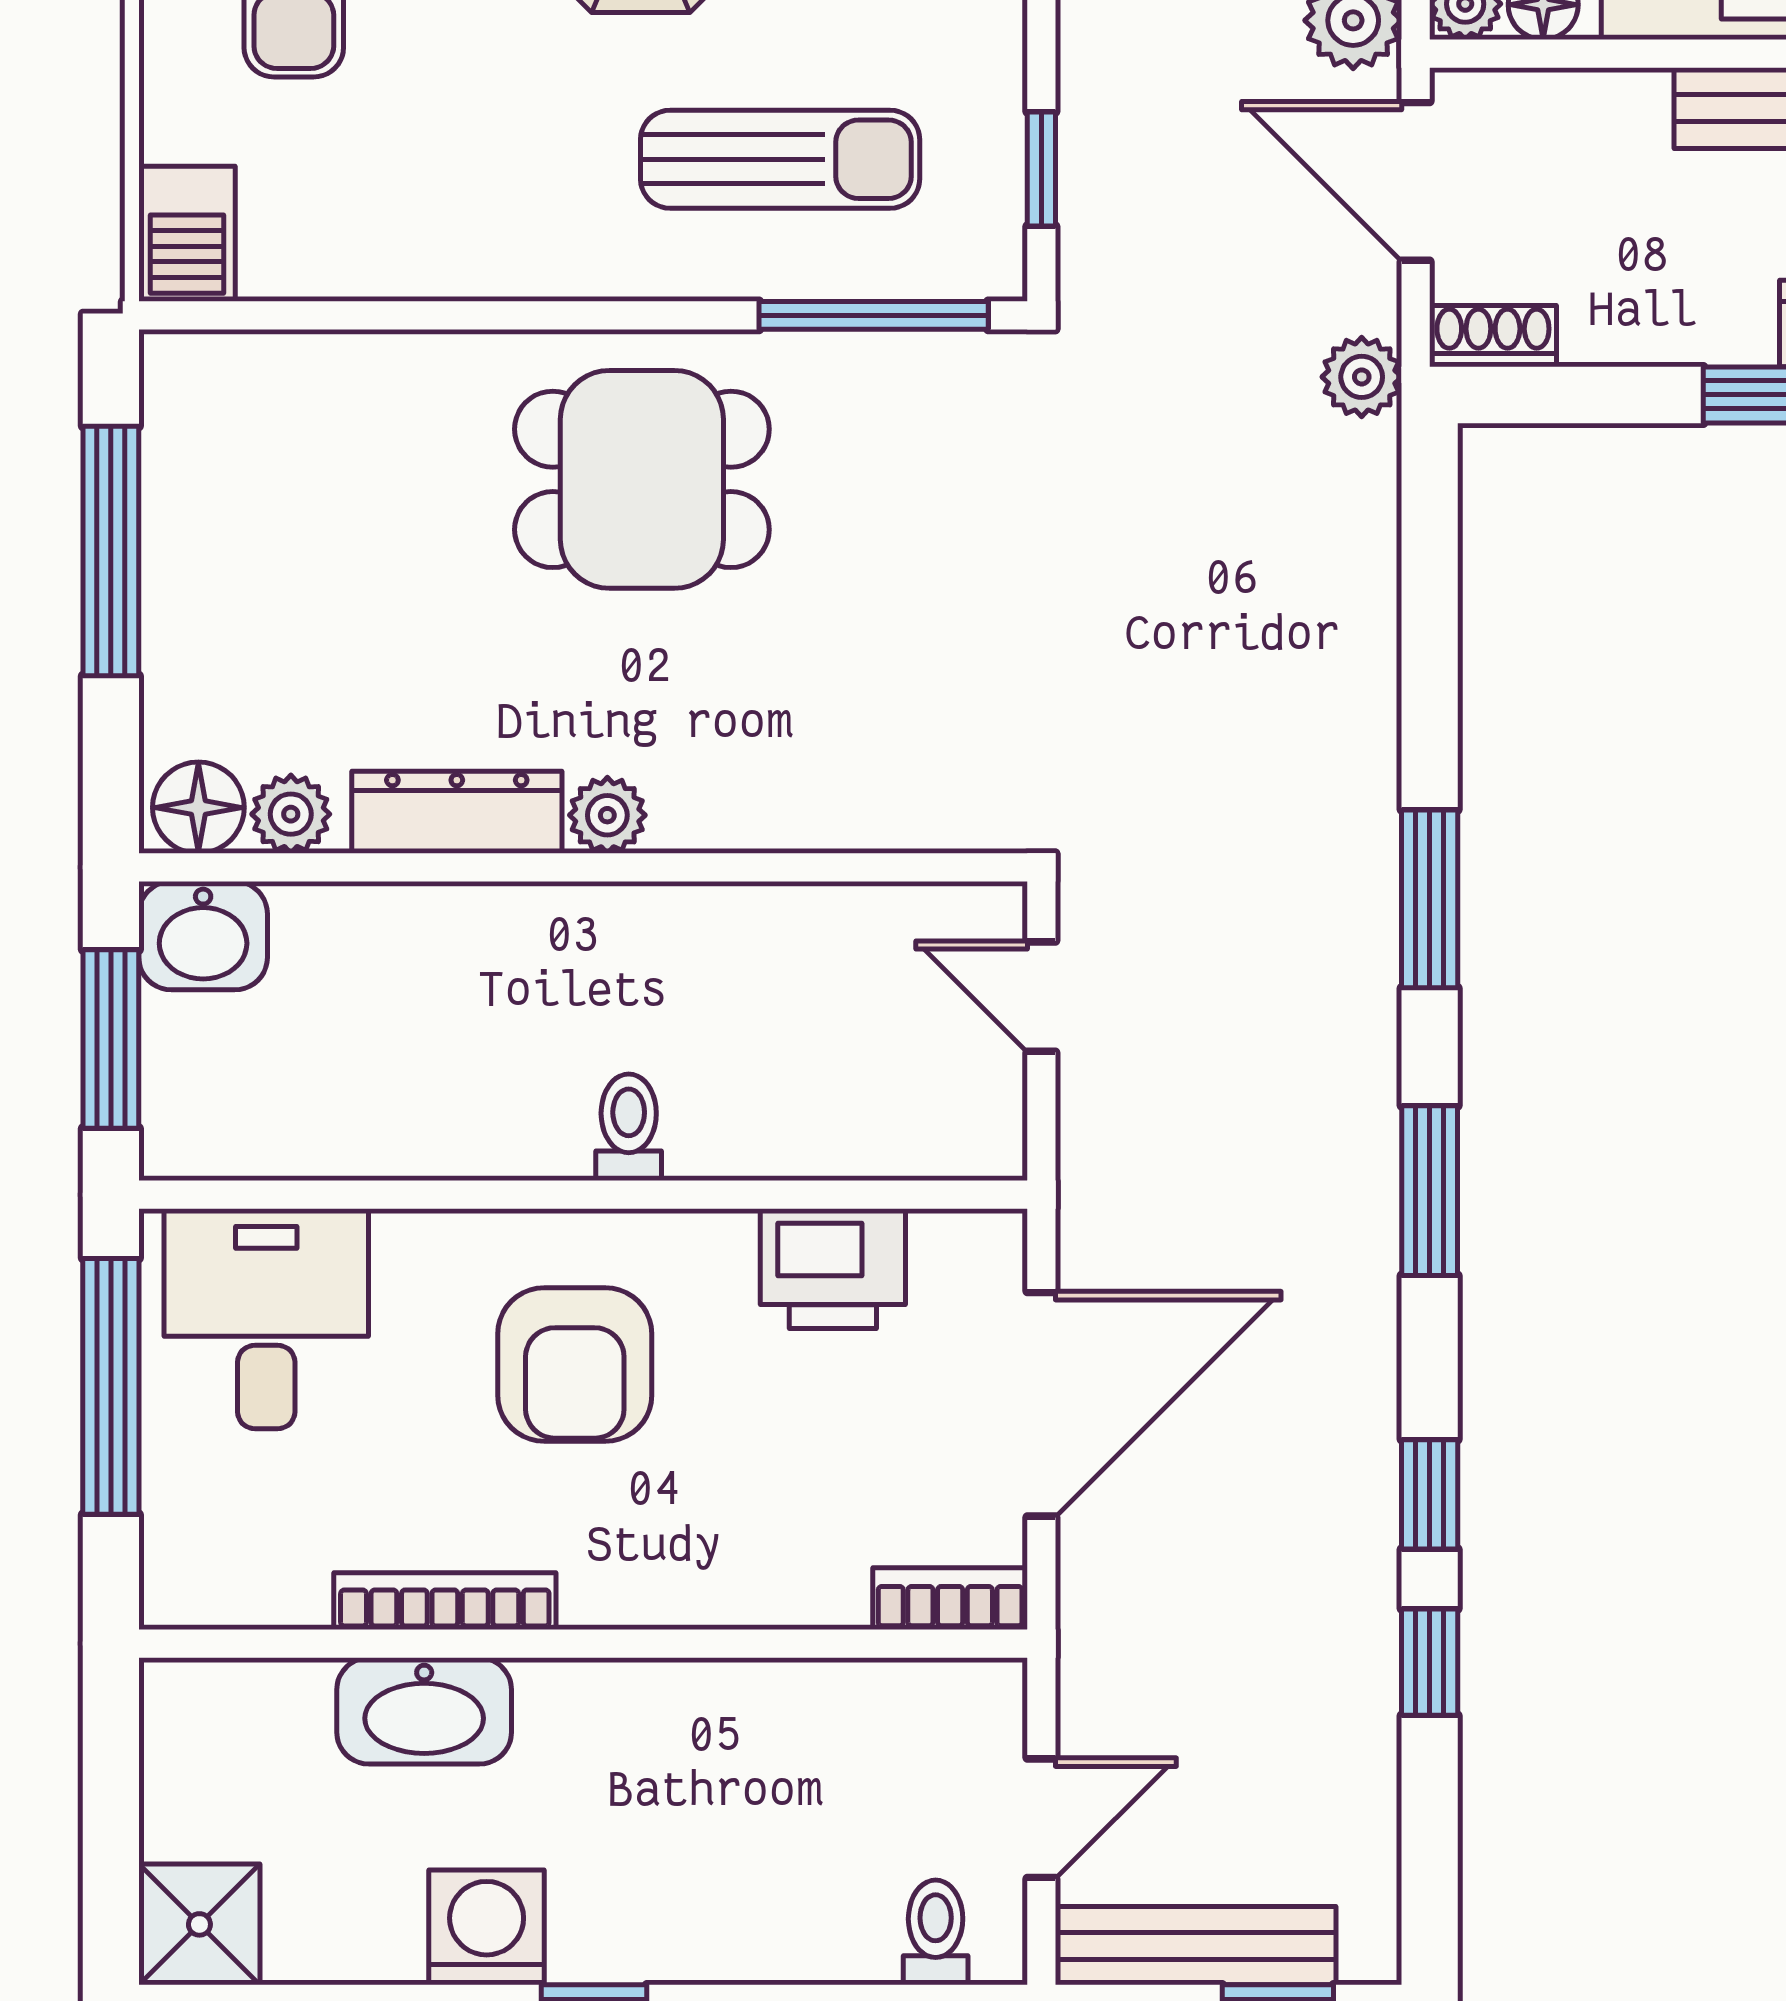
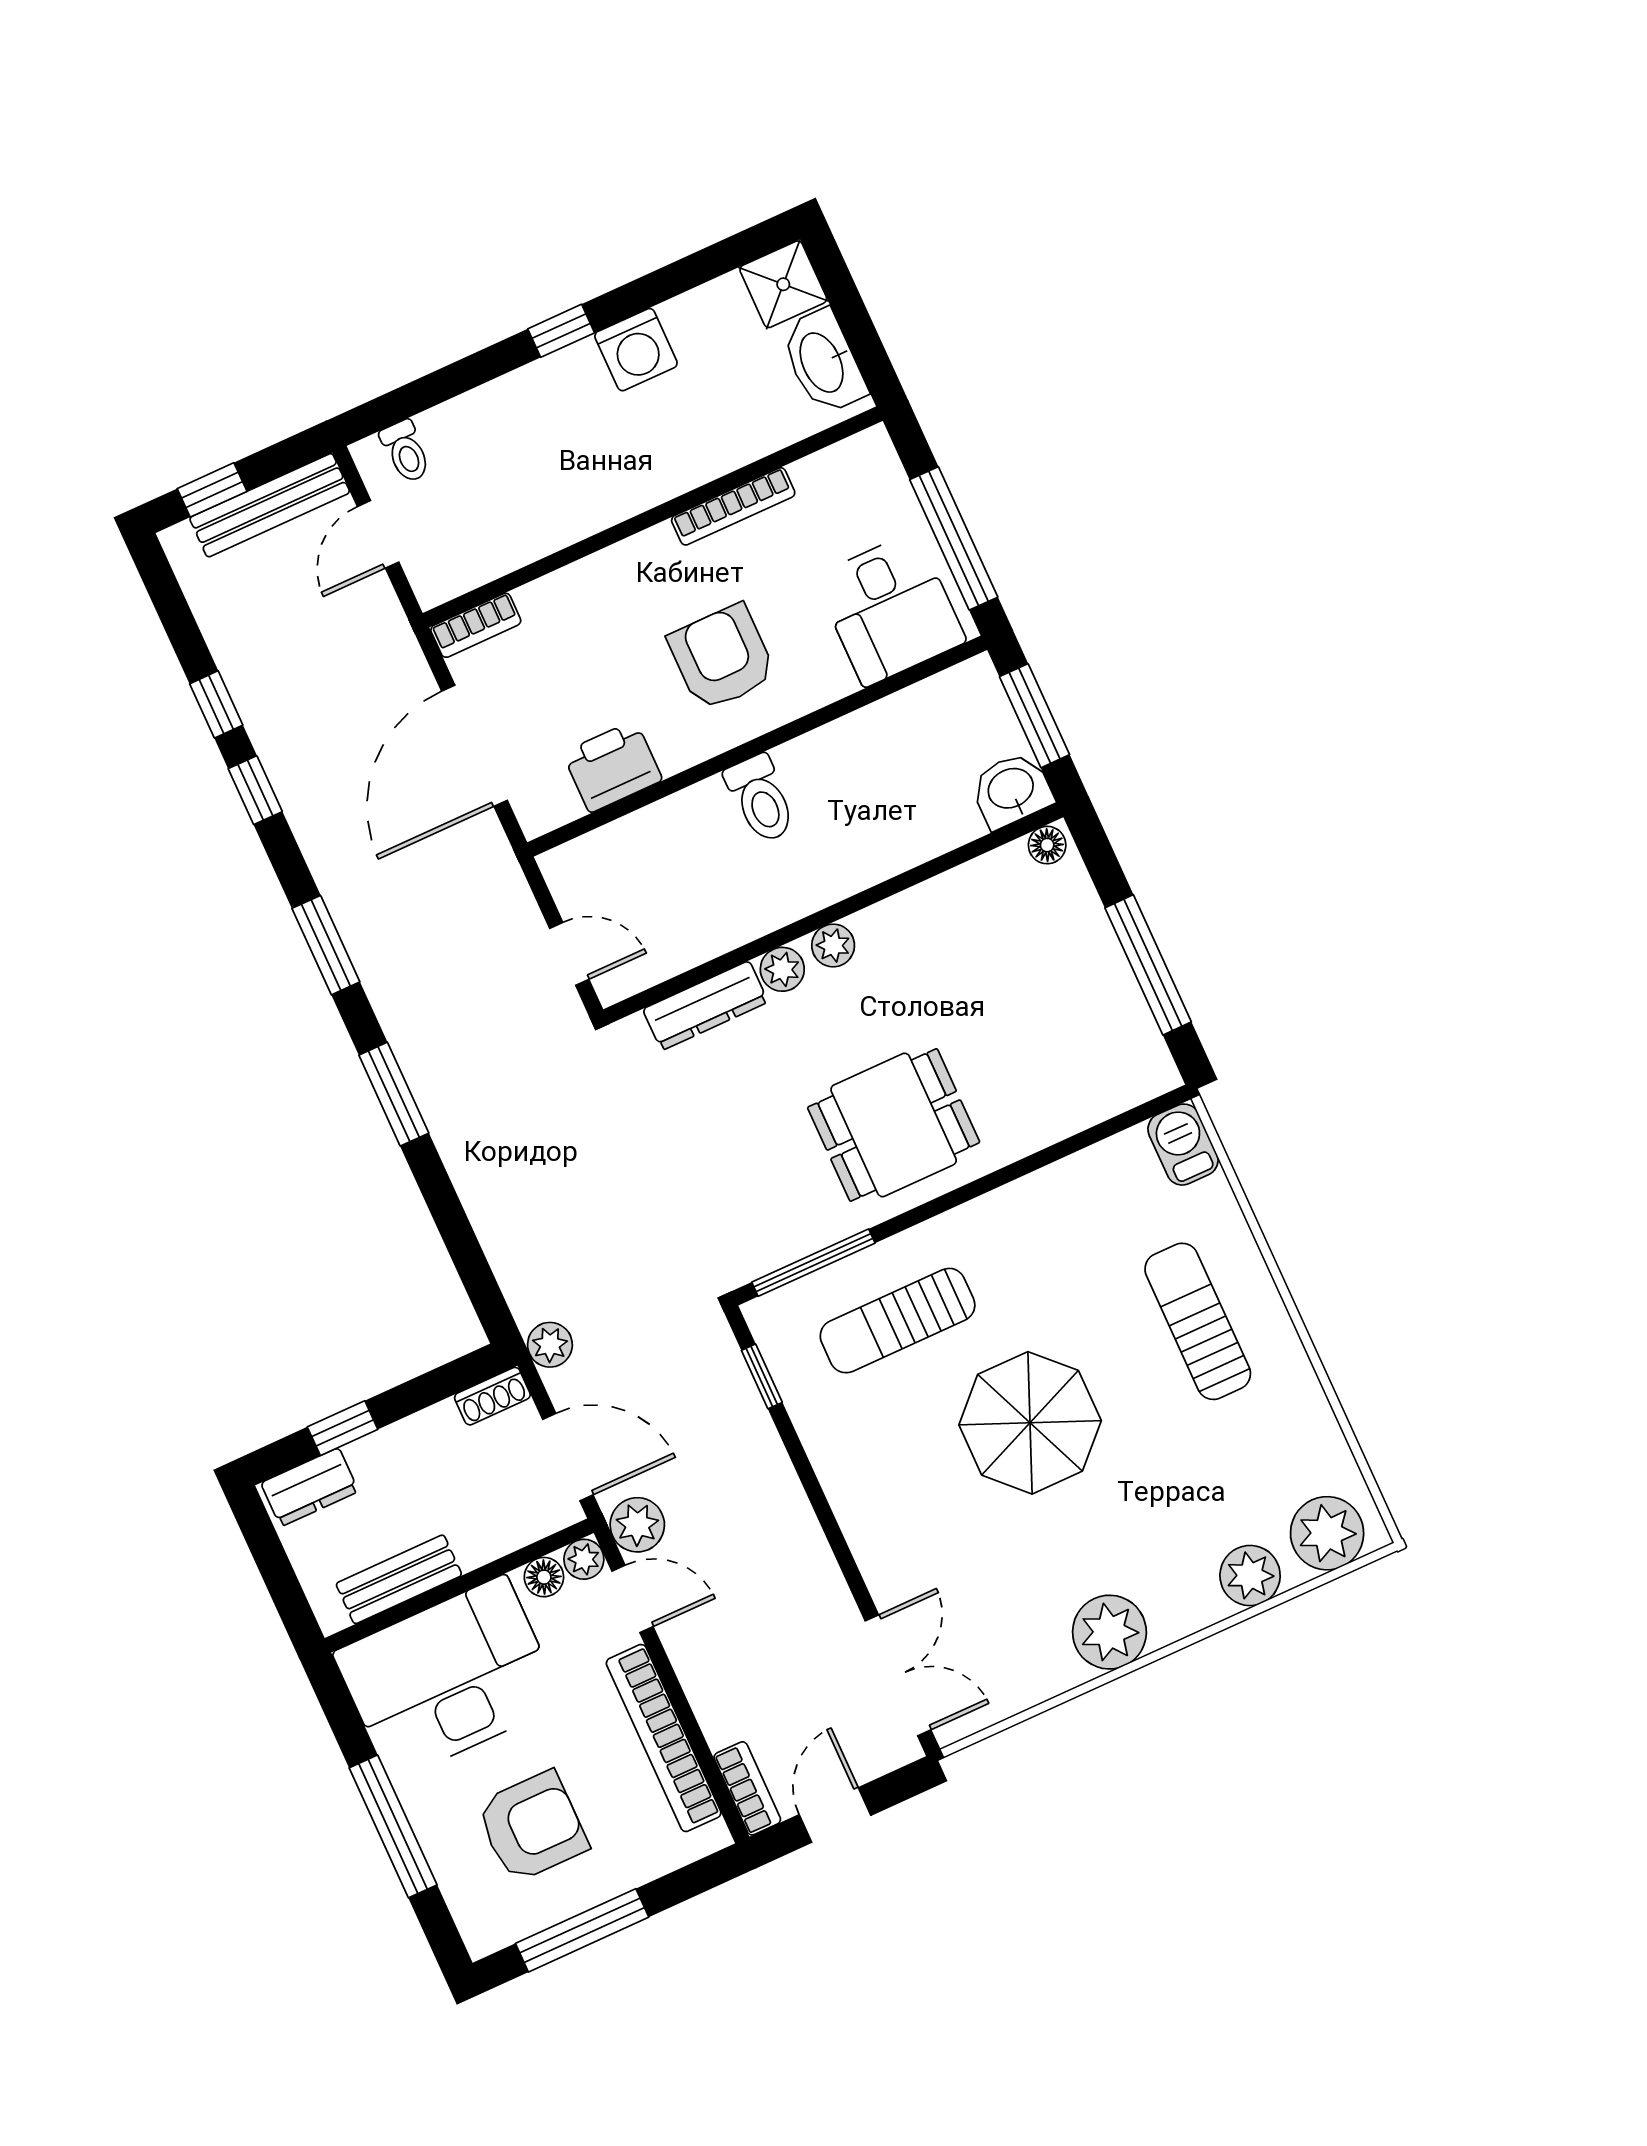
floor lamp: (198, 808) -> (1047, 845), width x0.73, depth x0.73
dresser: (457, 812) -> (705, 1006), moved
plant: (291, 814) -> (782, 969), moved
toilet: (629, 1127) -> (761, 799), width x1.37, depth x1.39
washbasin: (424, 1711) -> (823, 362), moved, turned -90

